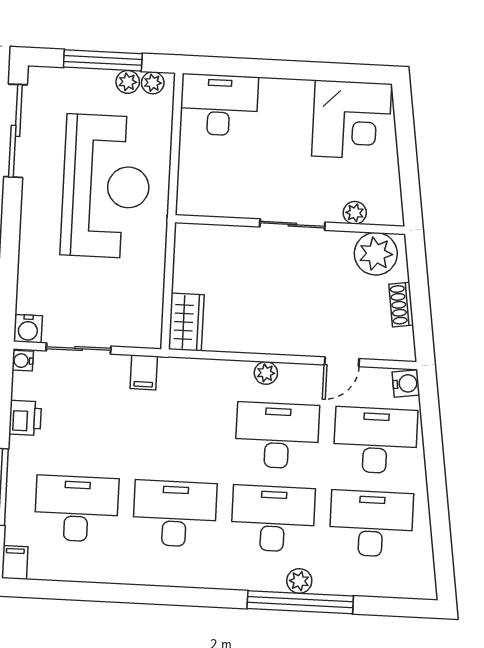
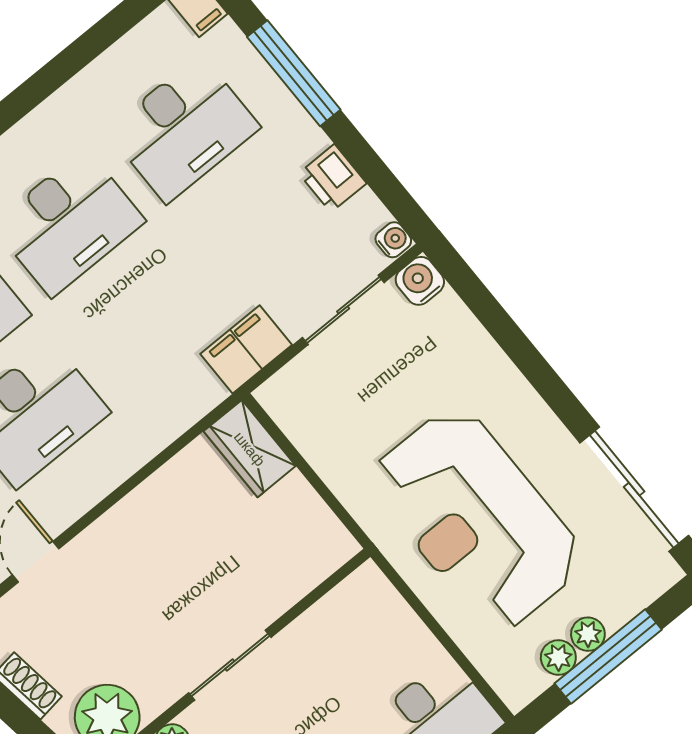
plant: (153, 83) -> (588, 634), moved
filing cabinet: (144, 372) -> (246, 349), width x2.00
plant: (266, 373) -> (109, 472), removed

